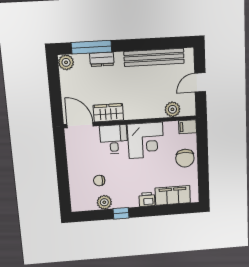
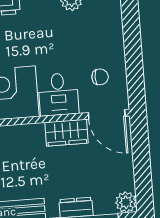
chair: (99, 181) -> (100, 77), moved

